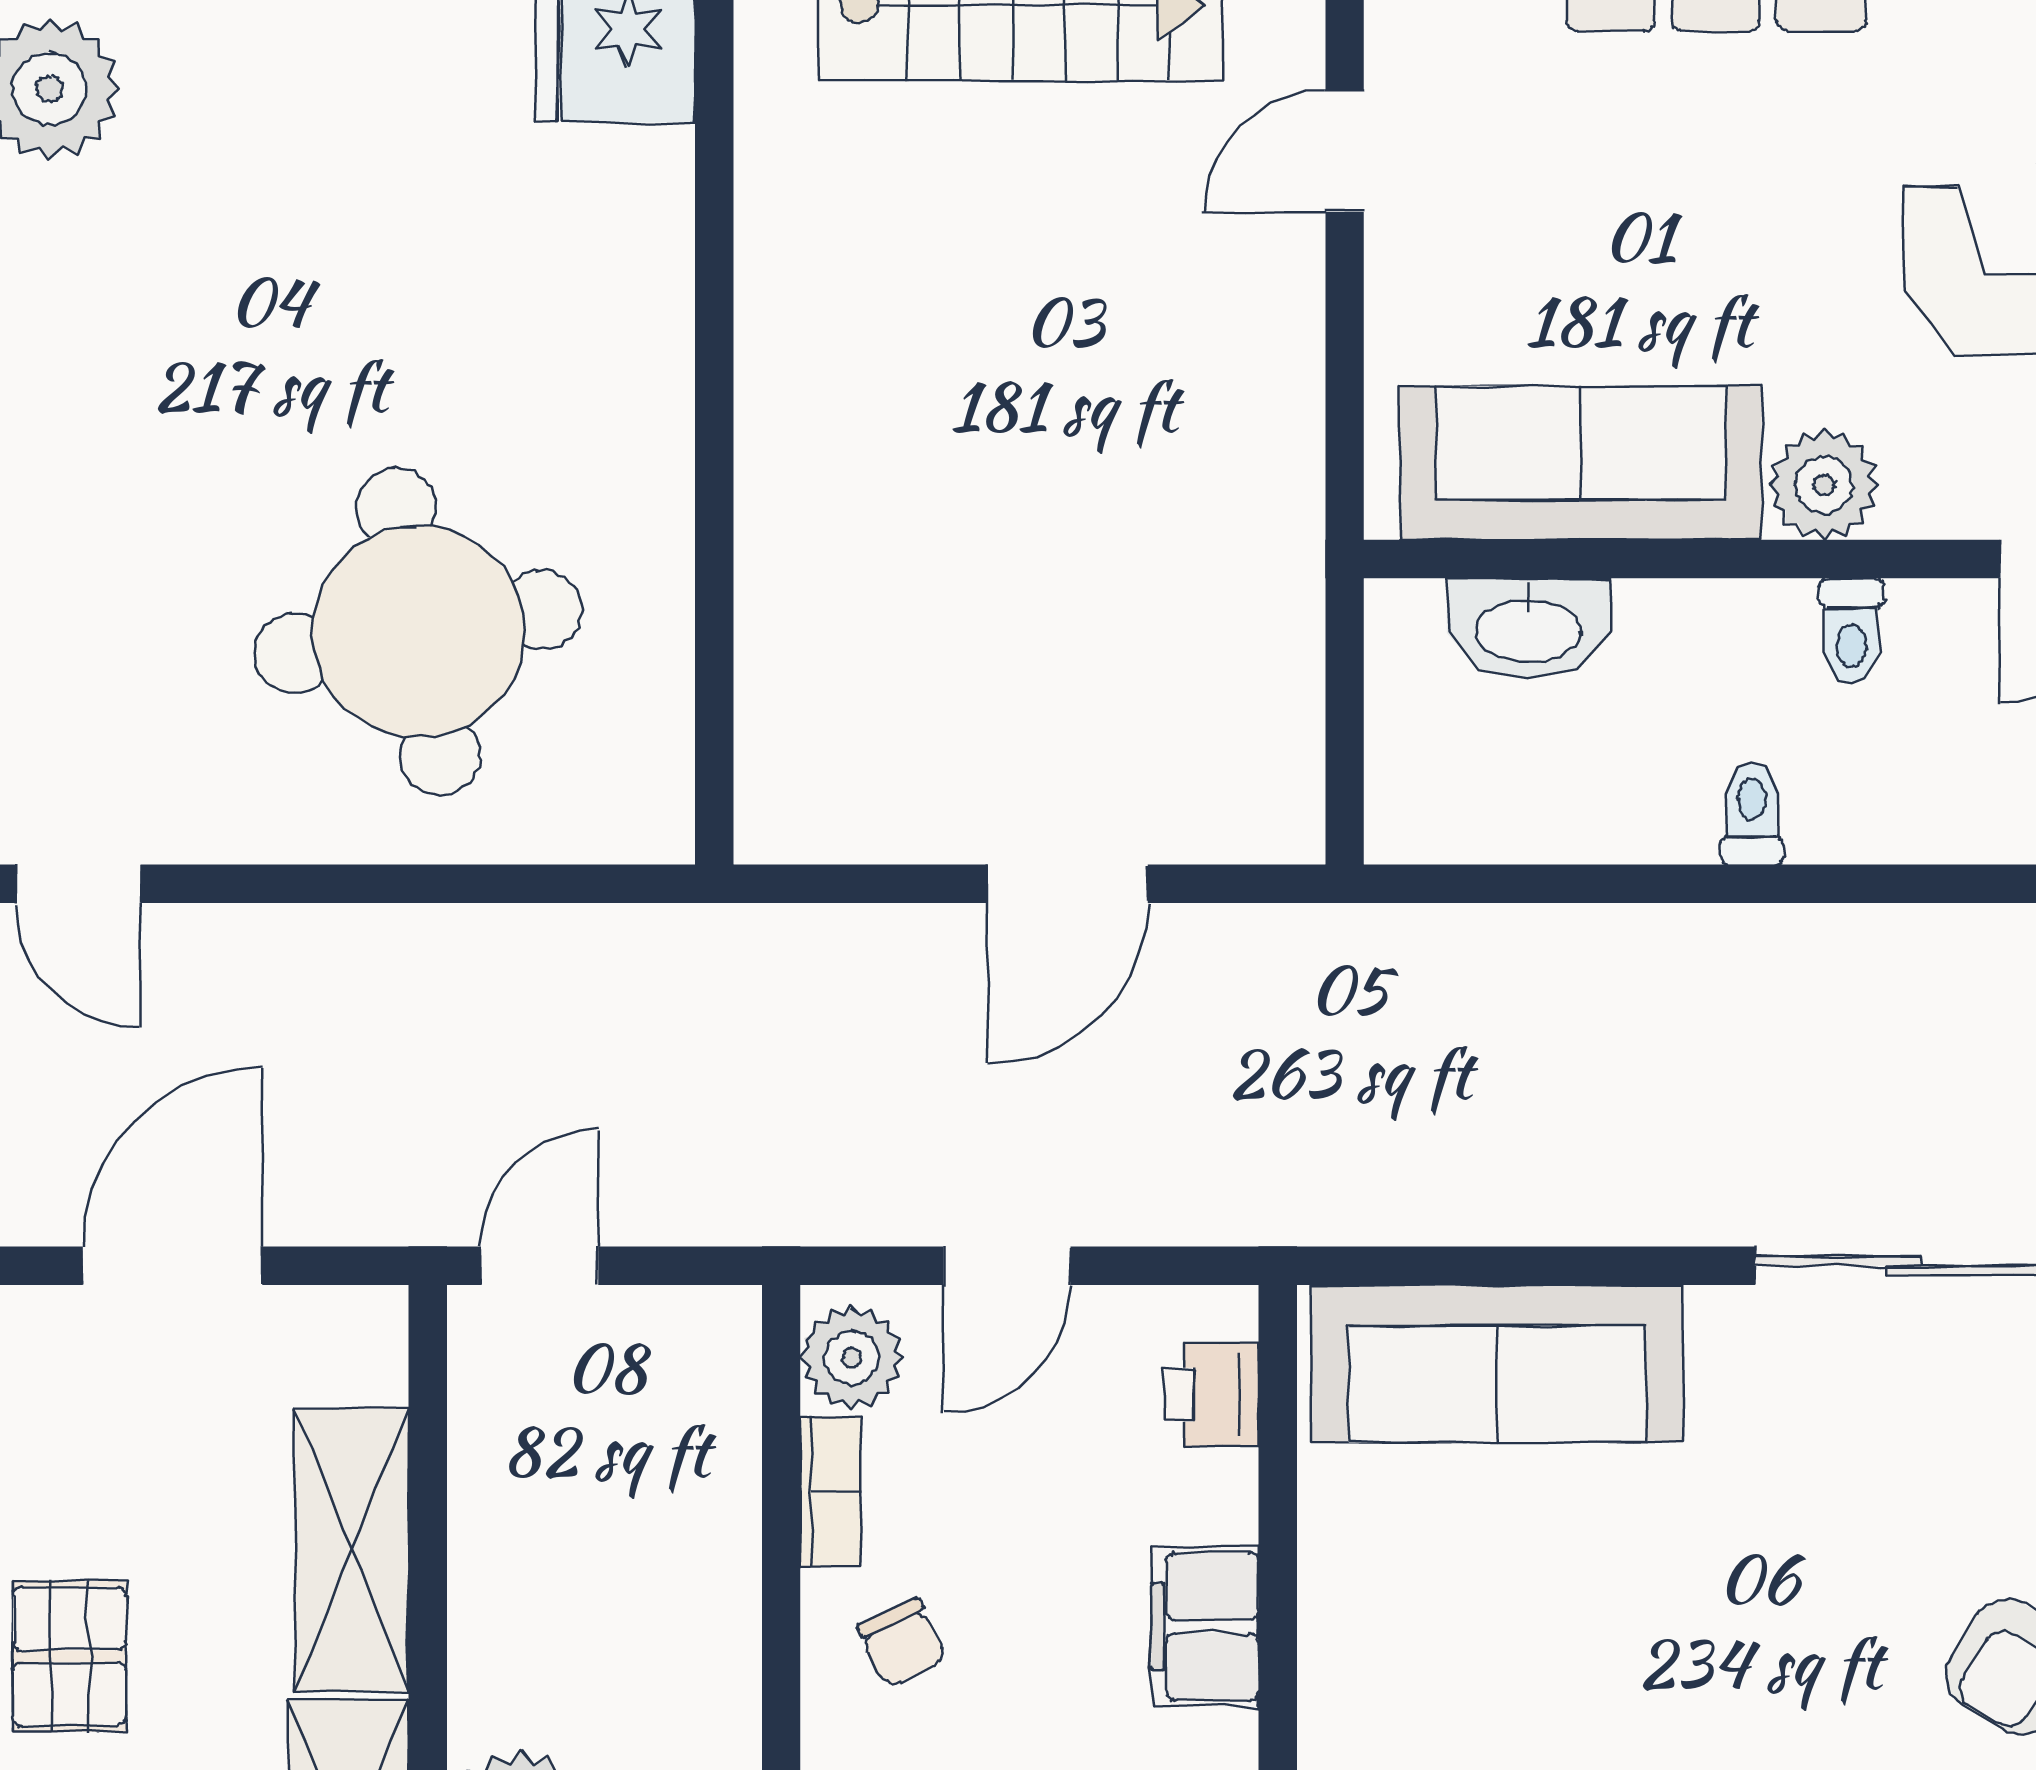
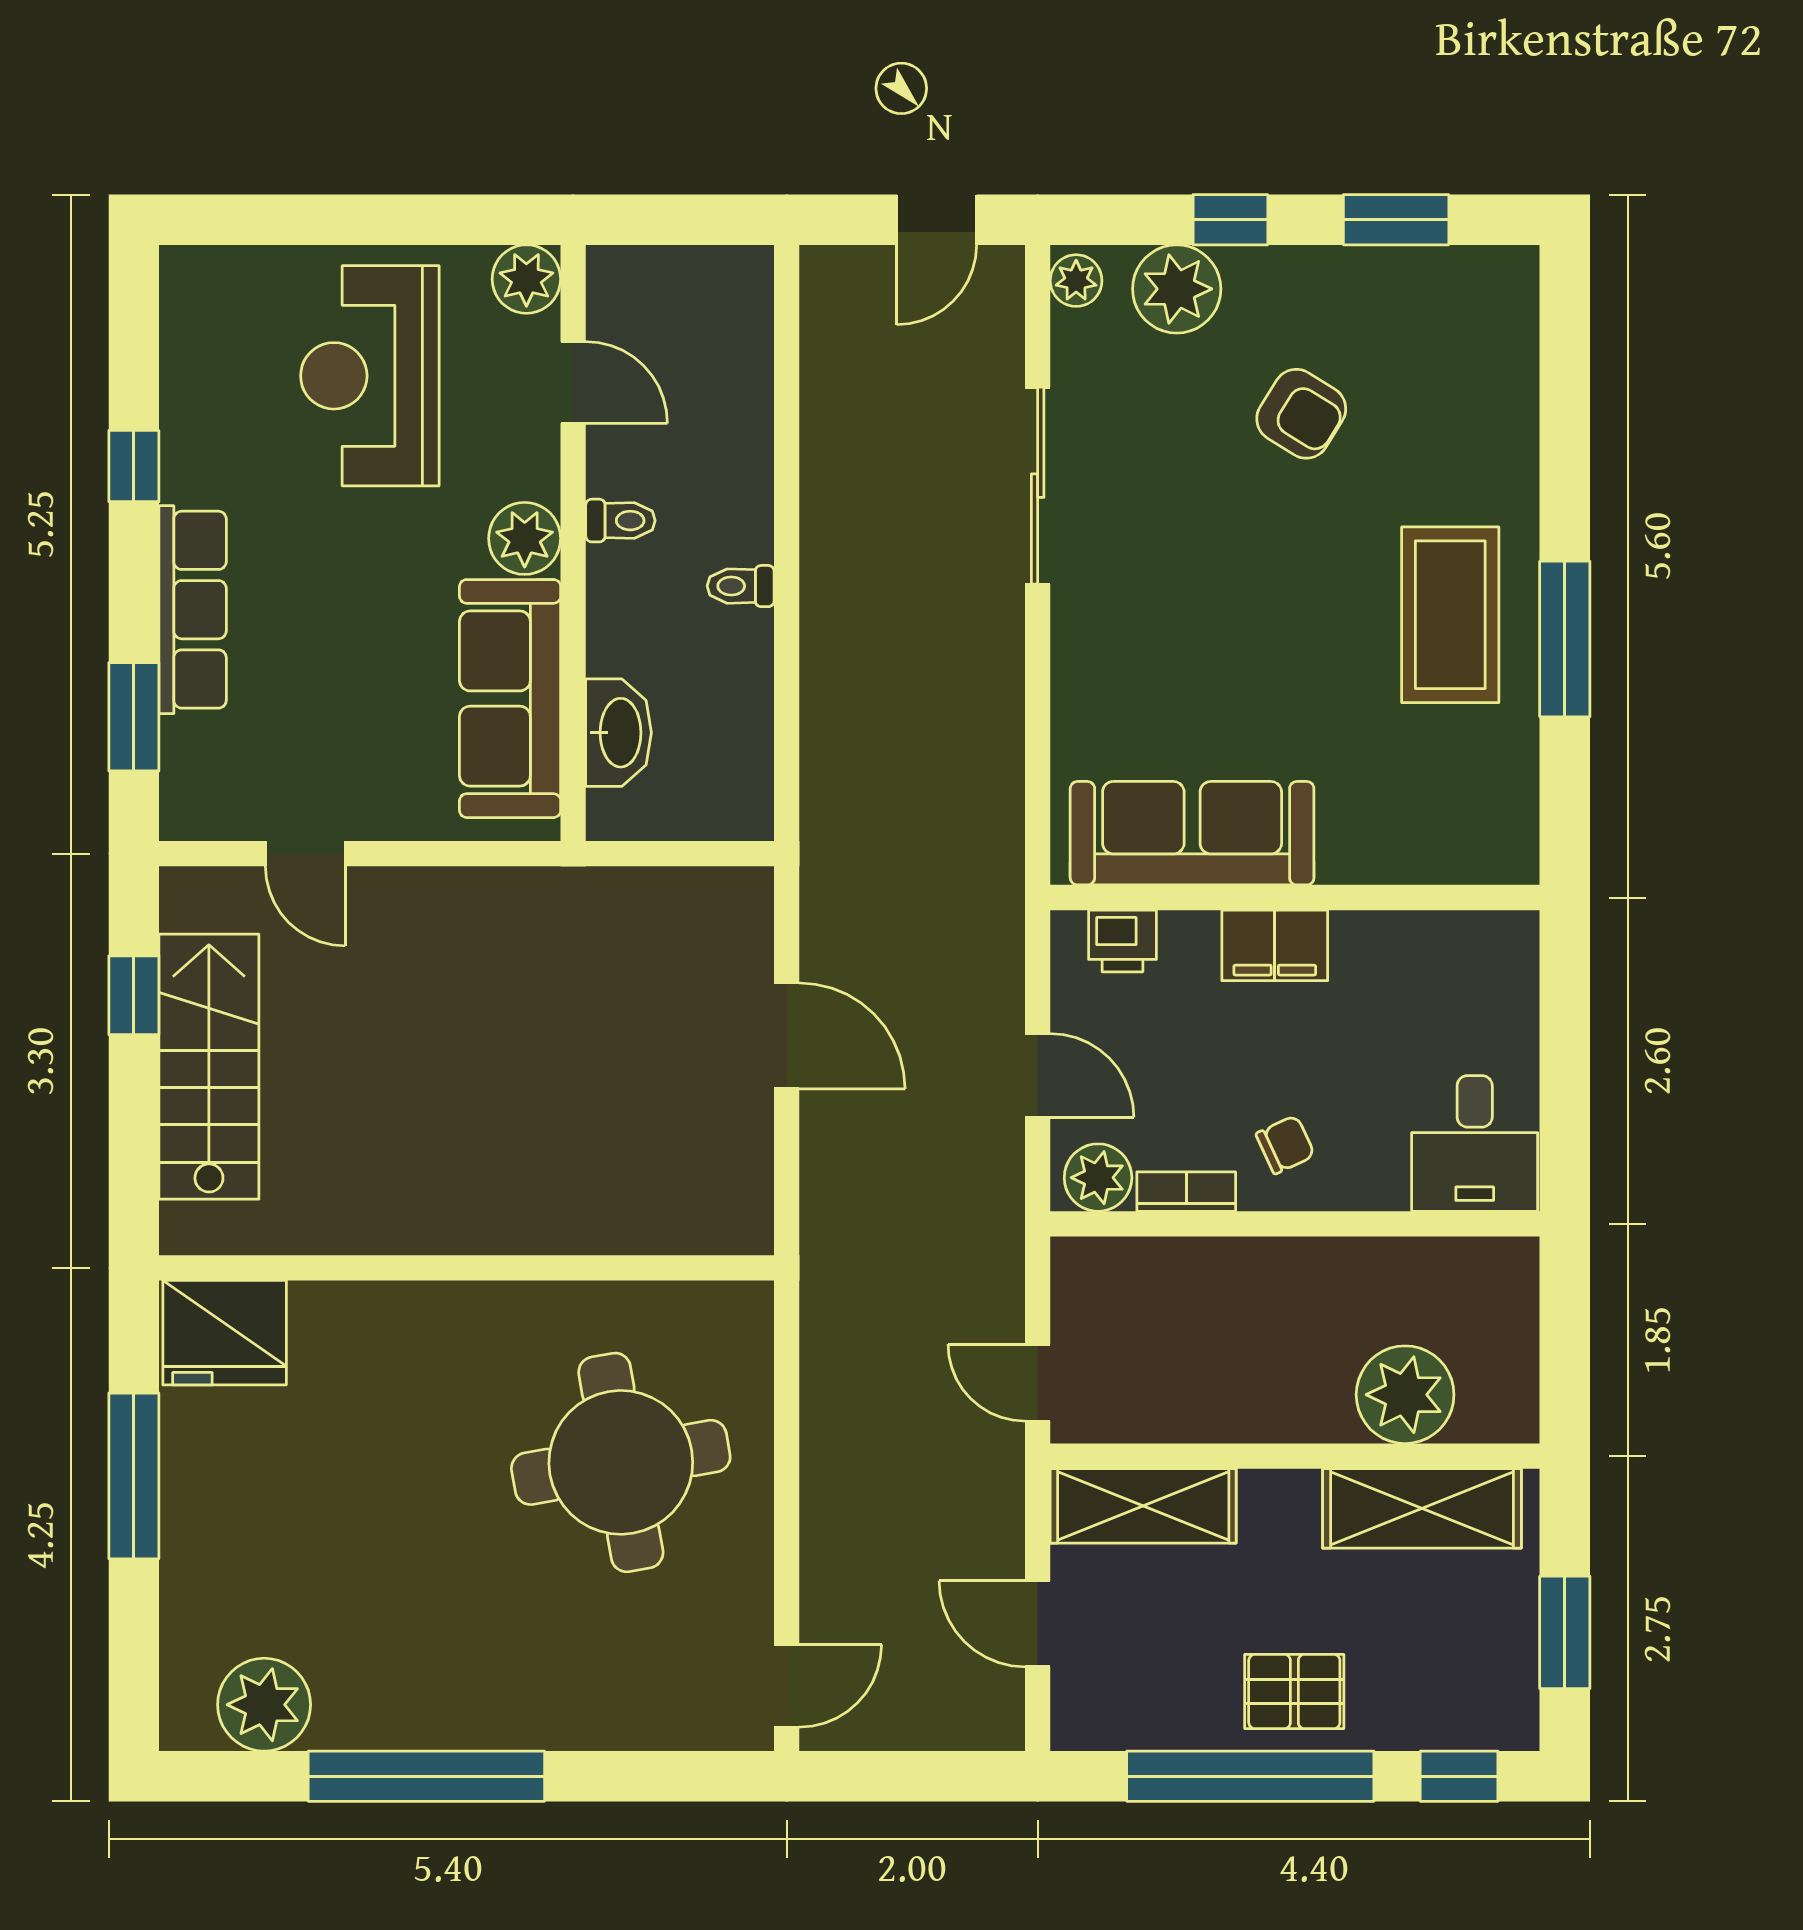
door: (172, 1266) -> (1038, 1624), width x0.73
sofa: (1497, 1364) -> (1192, 833), moved, turned -90
shelving: (352, 1550) -> (1143, 1506), moved

